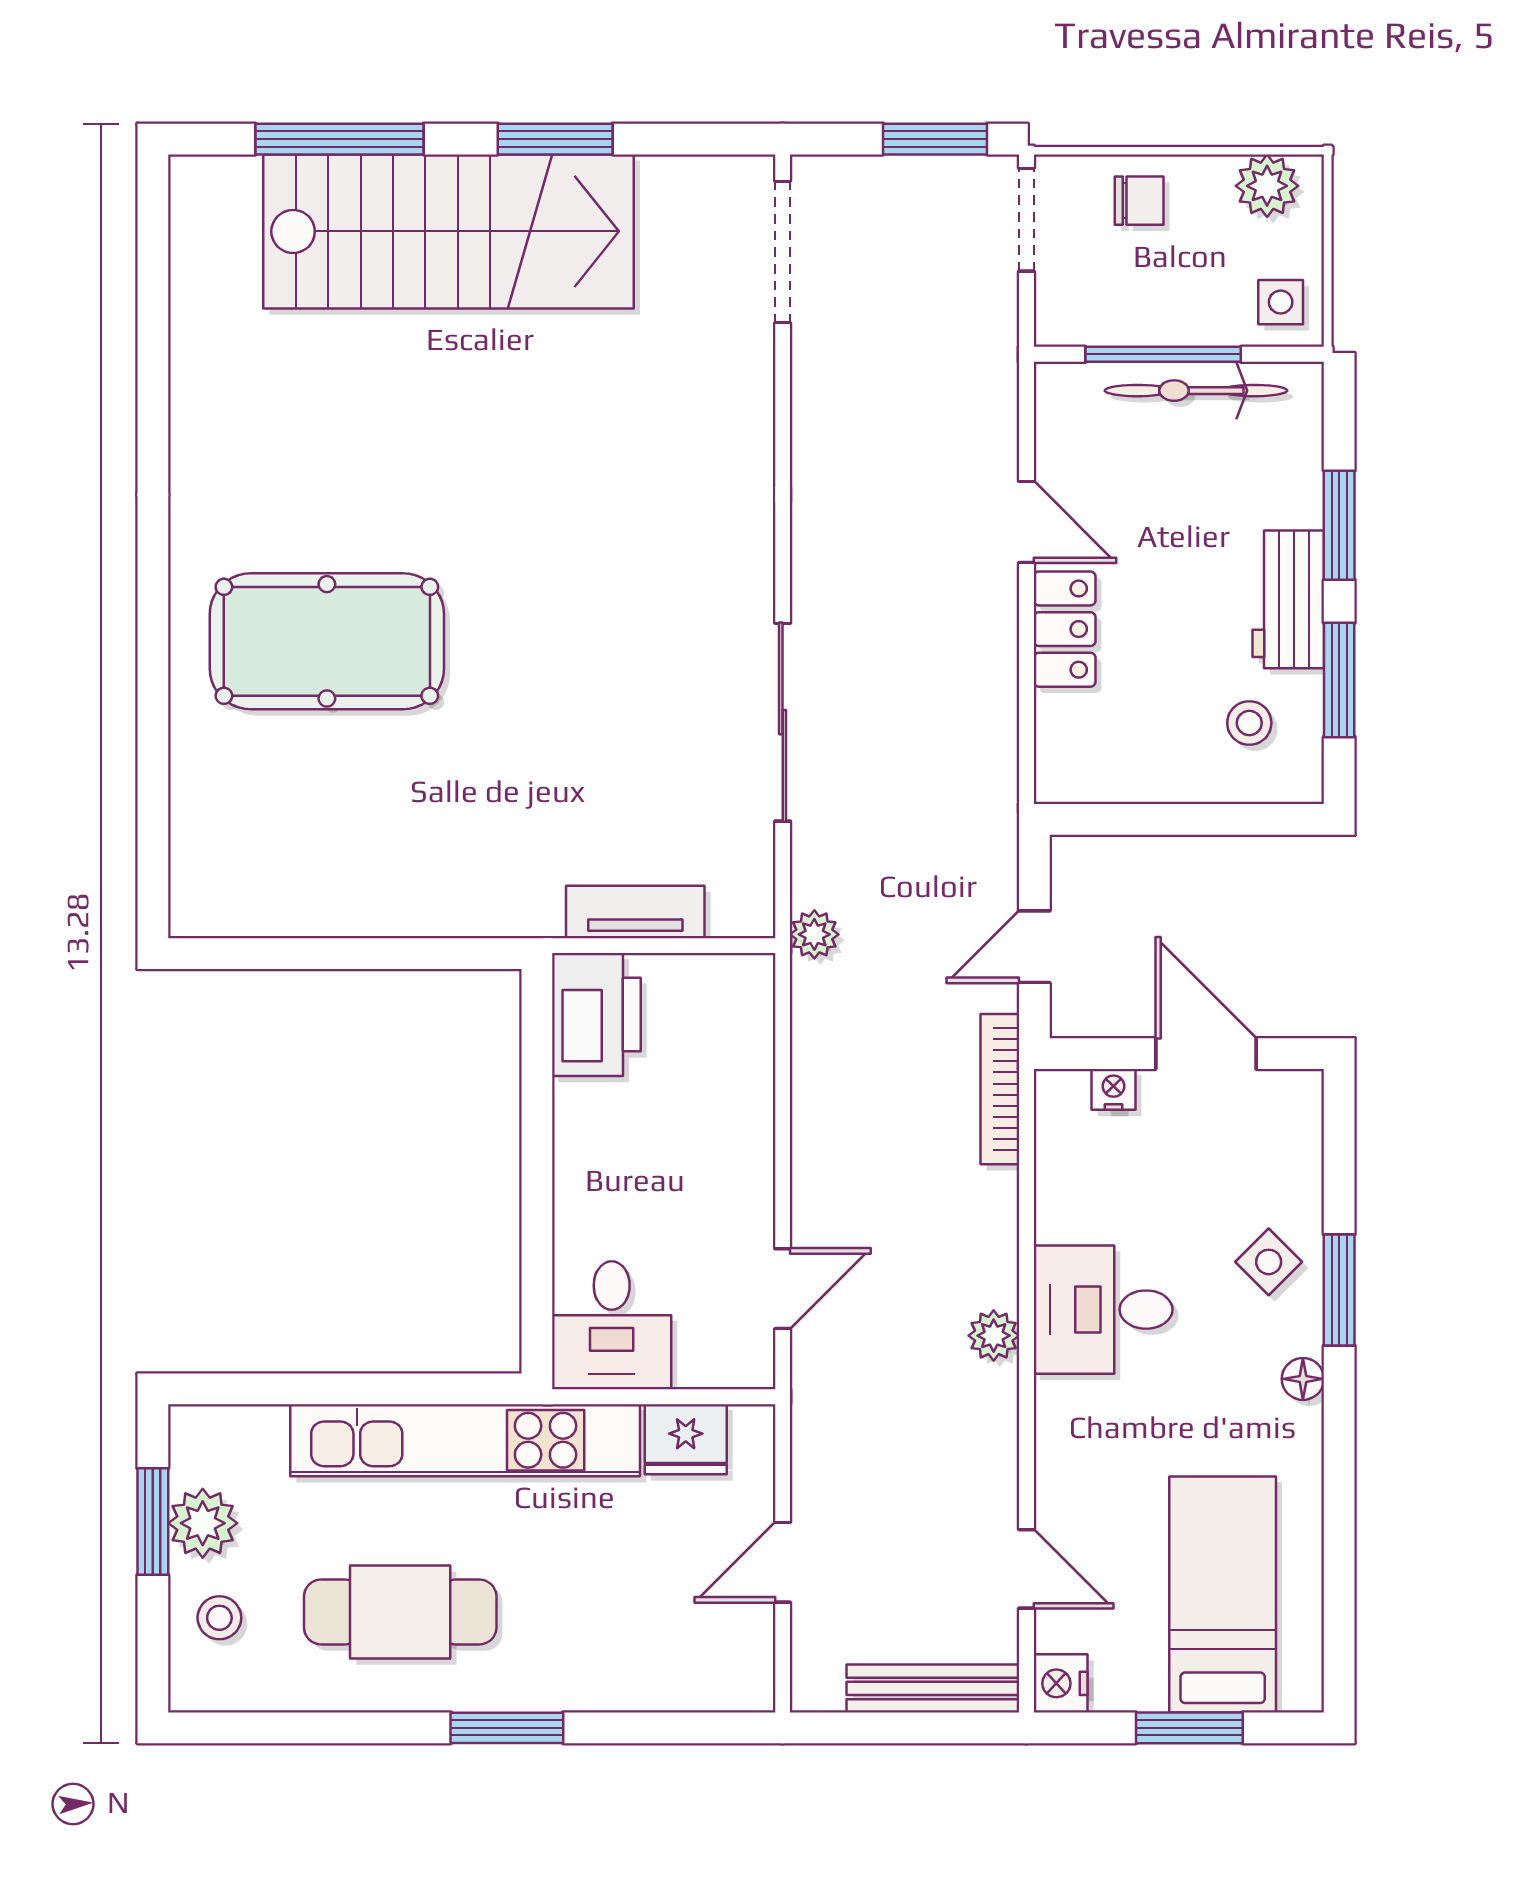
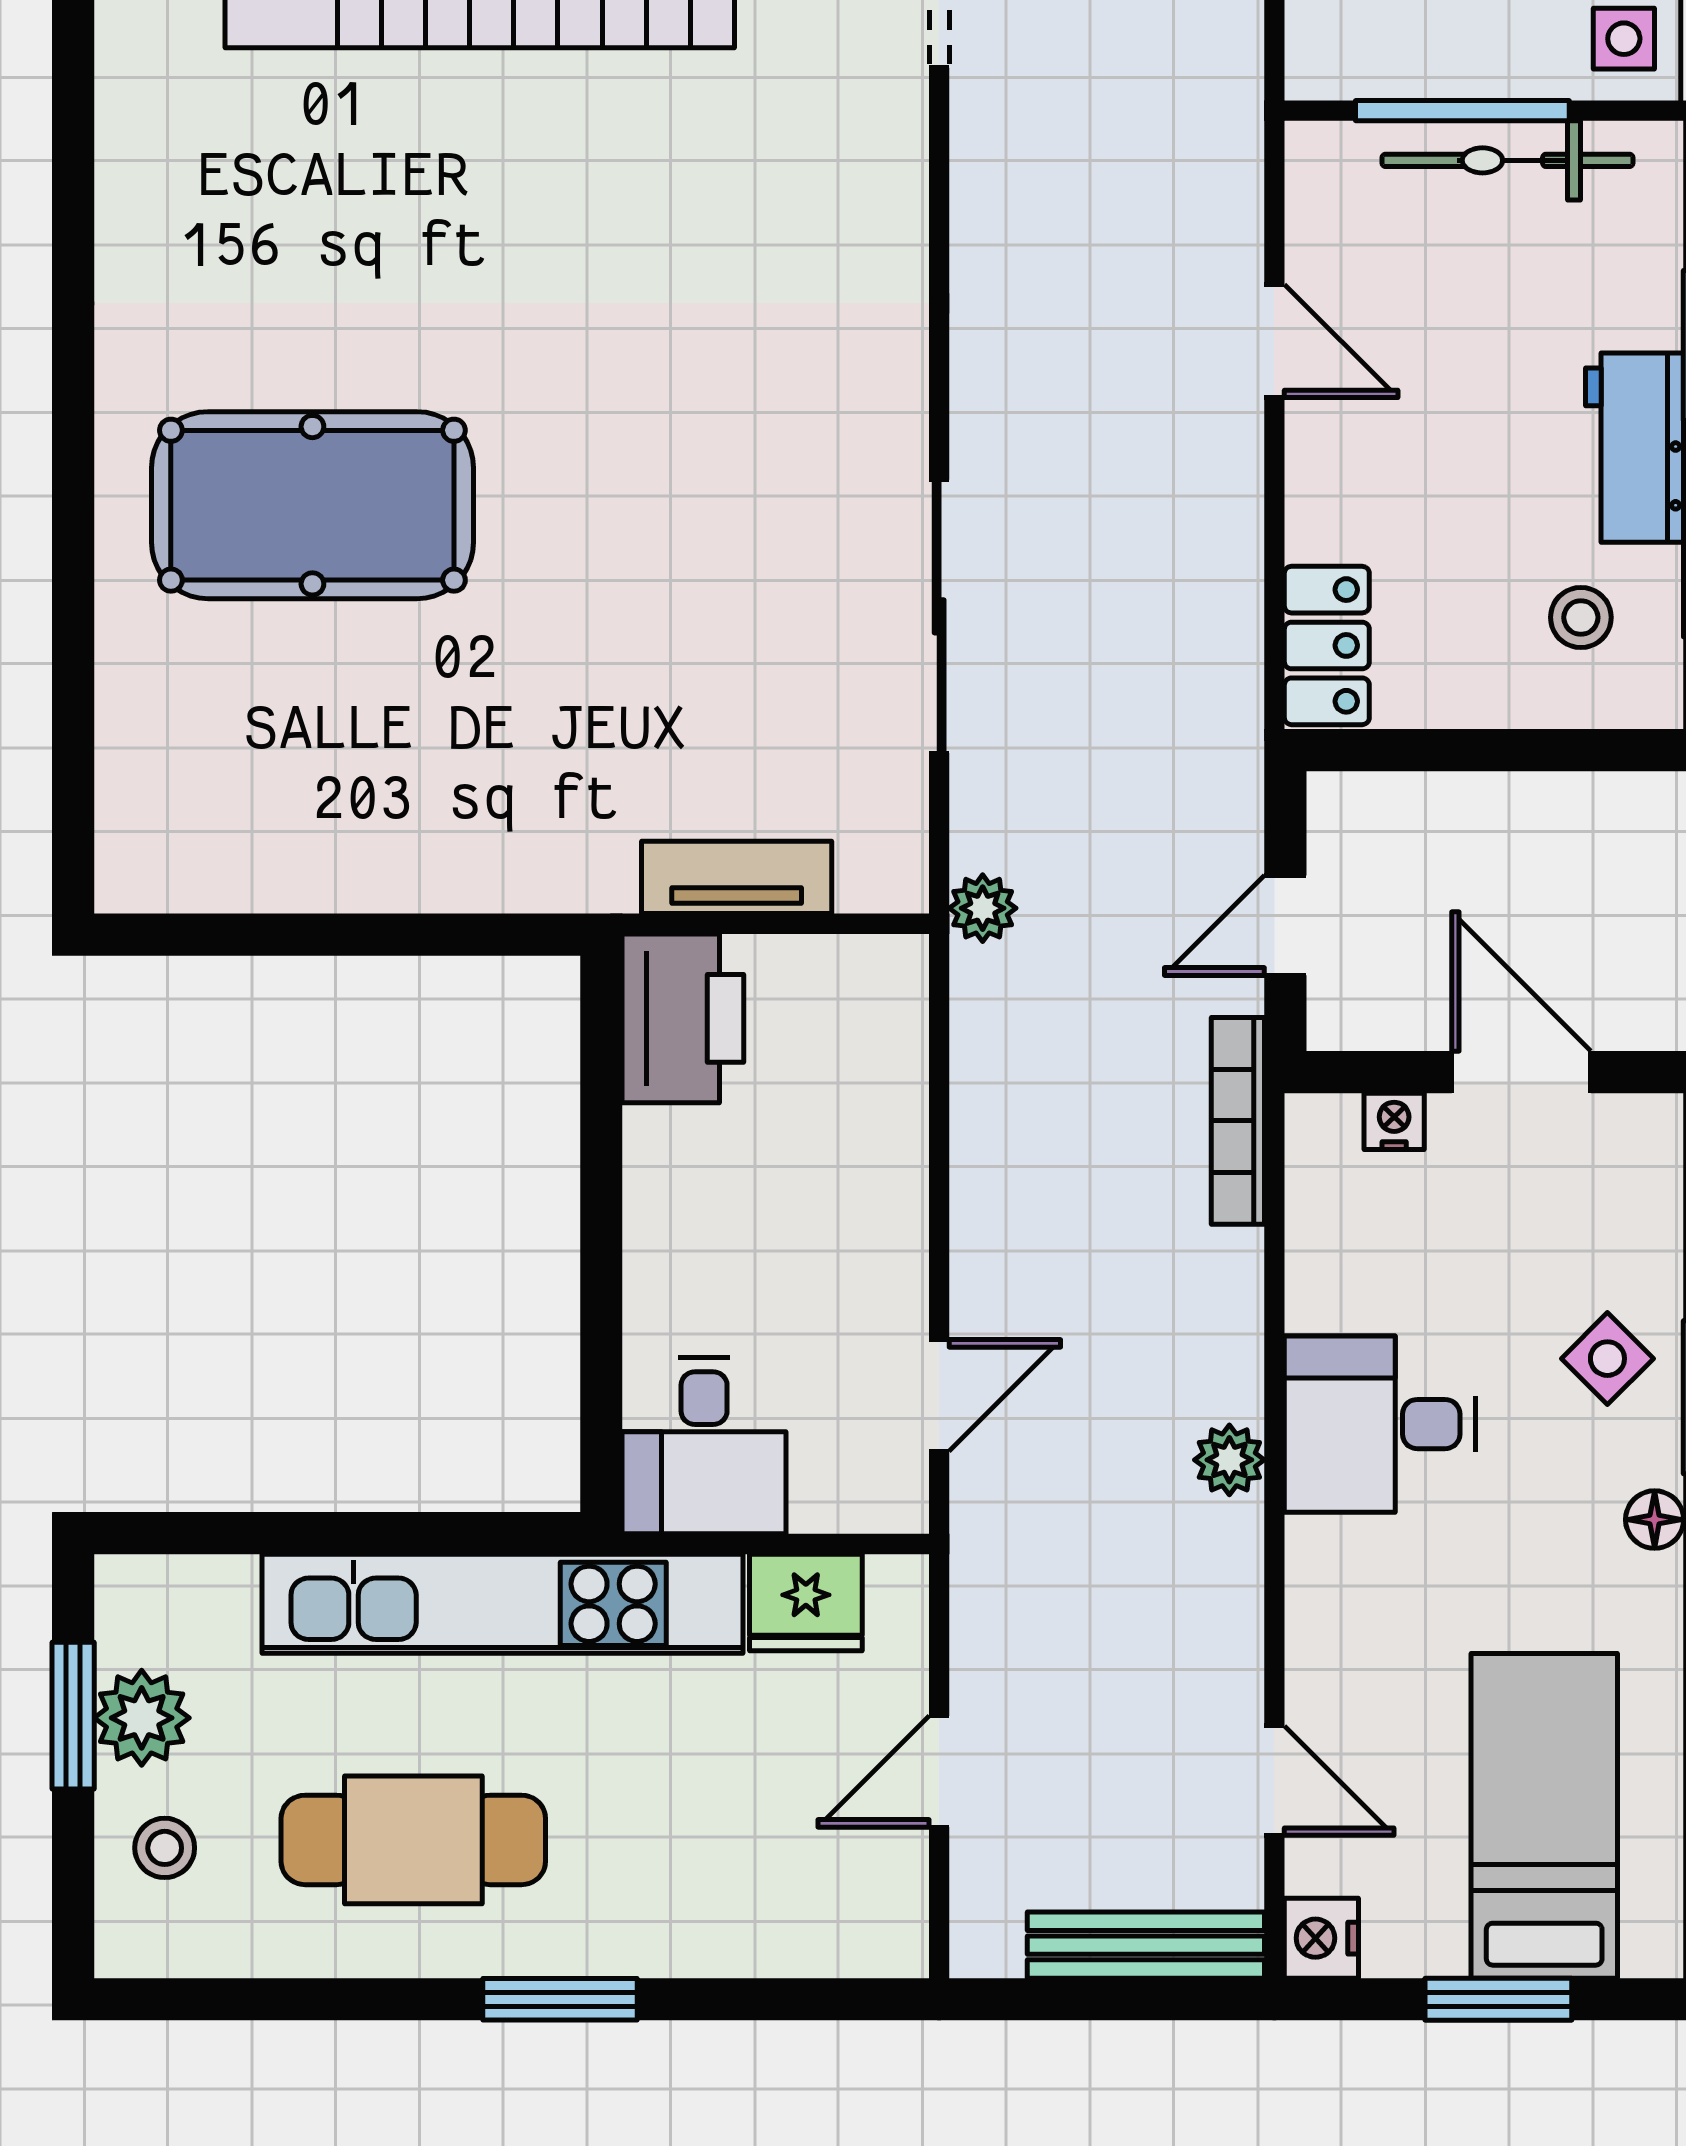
locker: (1065, 629) -> (1327, 645), moved

